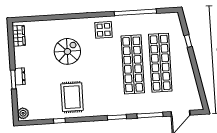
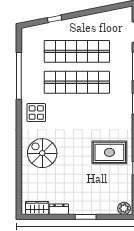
spiral stairs: (67, 51) -> (42, 153), moved
dresser: (20, 76) -> (59, 209), moved

